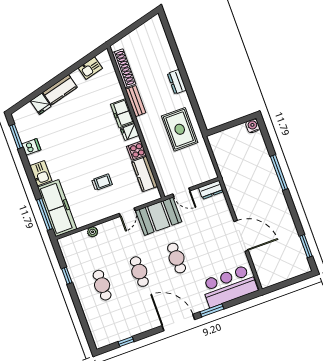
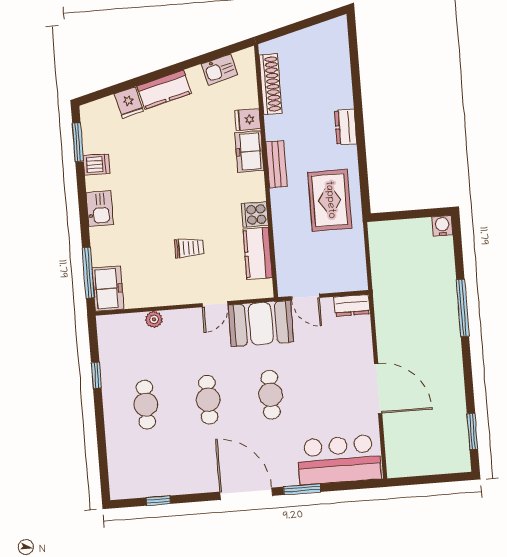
bench: (136, 101) -> (276, 164), moved
fridge: (130, 132) -> (248, 120), moved
freezer: (57, 208) -> (108, 289), width x0.52, depth x0.79

